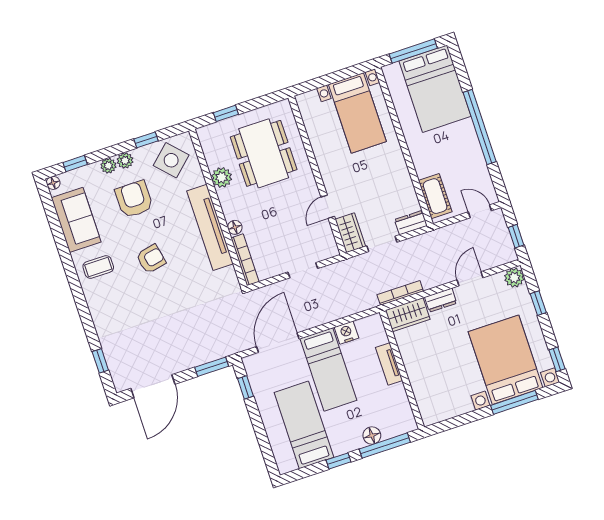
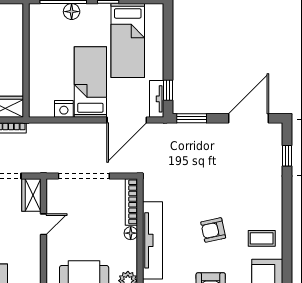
doorway: (303, 270) -> (84, 176), width x1.88
tv unit: (389, 364) -> (157, 99), moved, turned 180

